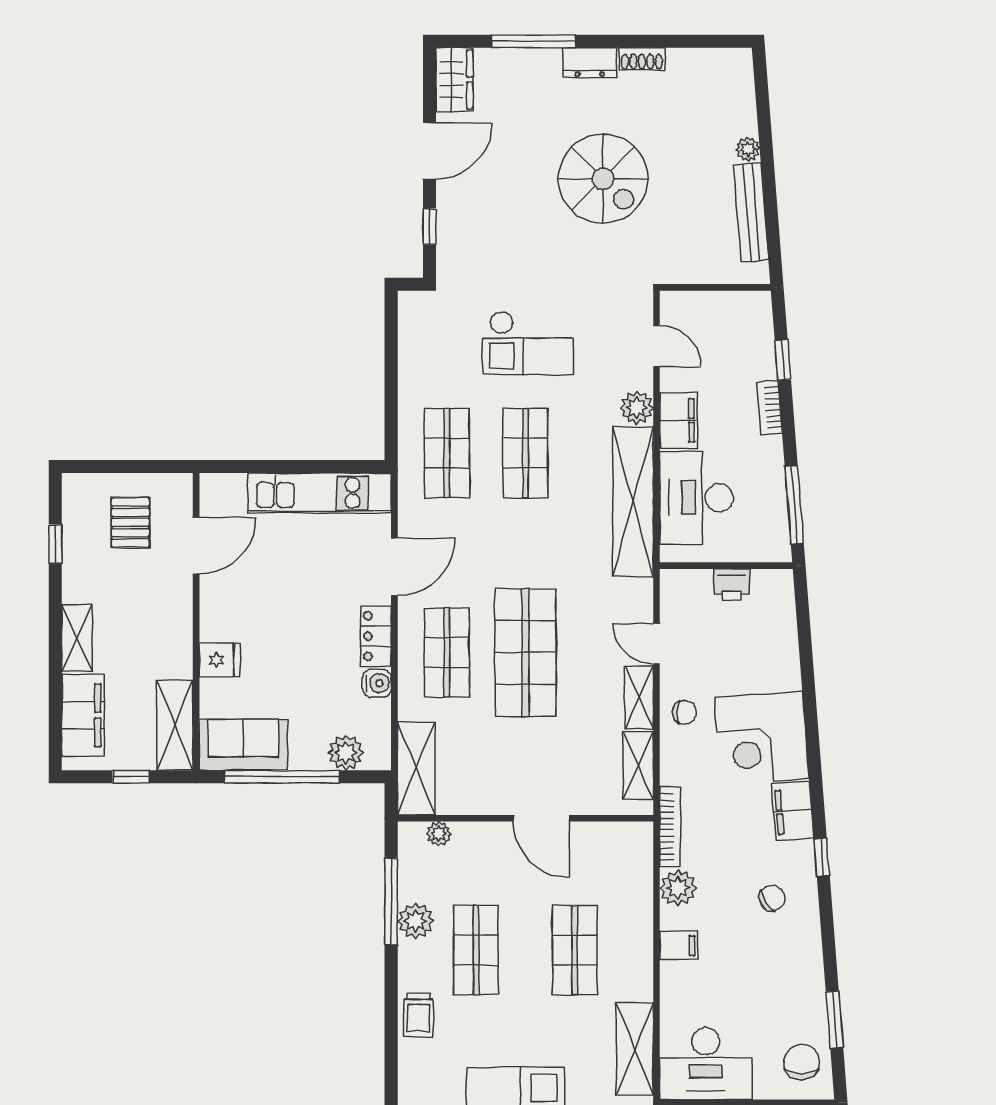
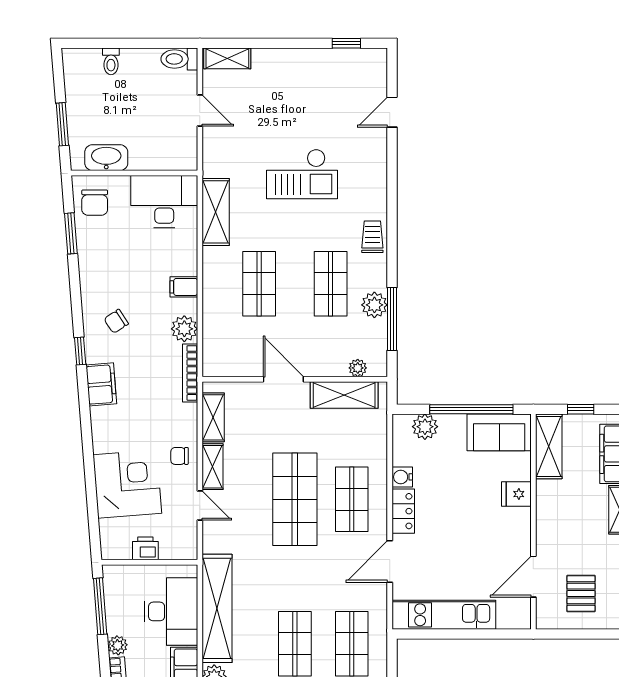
plant: (770, 451) -> (118, 645), added
corner desk: (762, 738) -> (127, 484), moved
shelving: (416, 768) -> (344, 395), moved, turned 90

